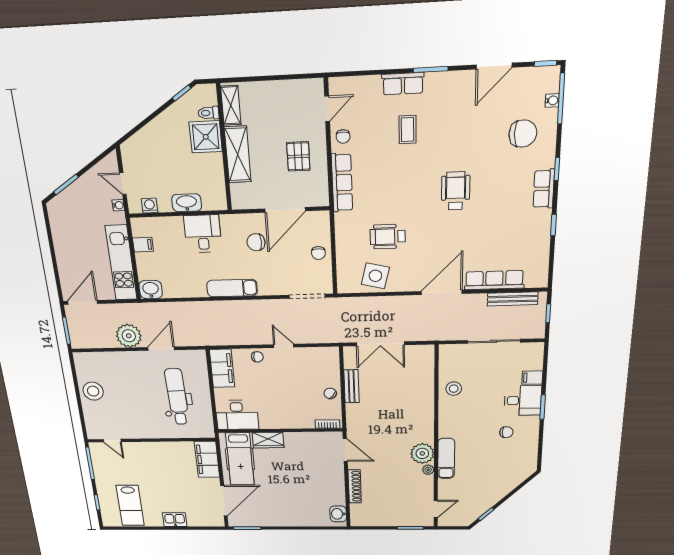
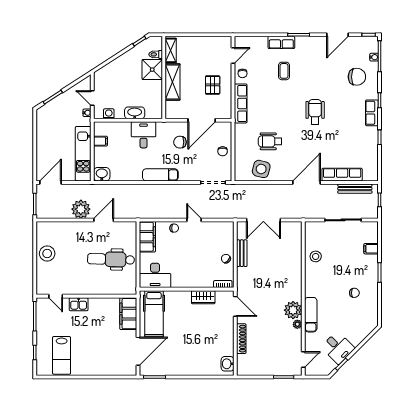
dental chair: (177, 397) -> (111, 259), turned -86
desk: (523, 400) -> (338, 348), moved, turned 45
wardrobe: (268, 440) -> (203, 297), moved
kitchen sink: (175, 520) -> (79, 304), moved, turned 180

